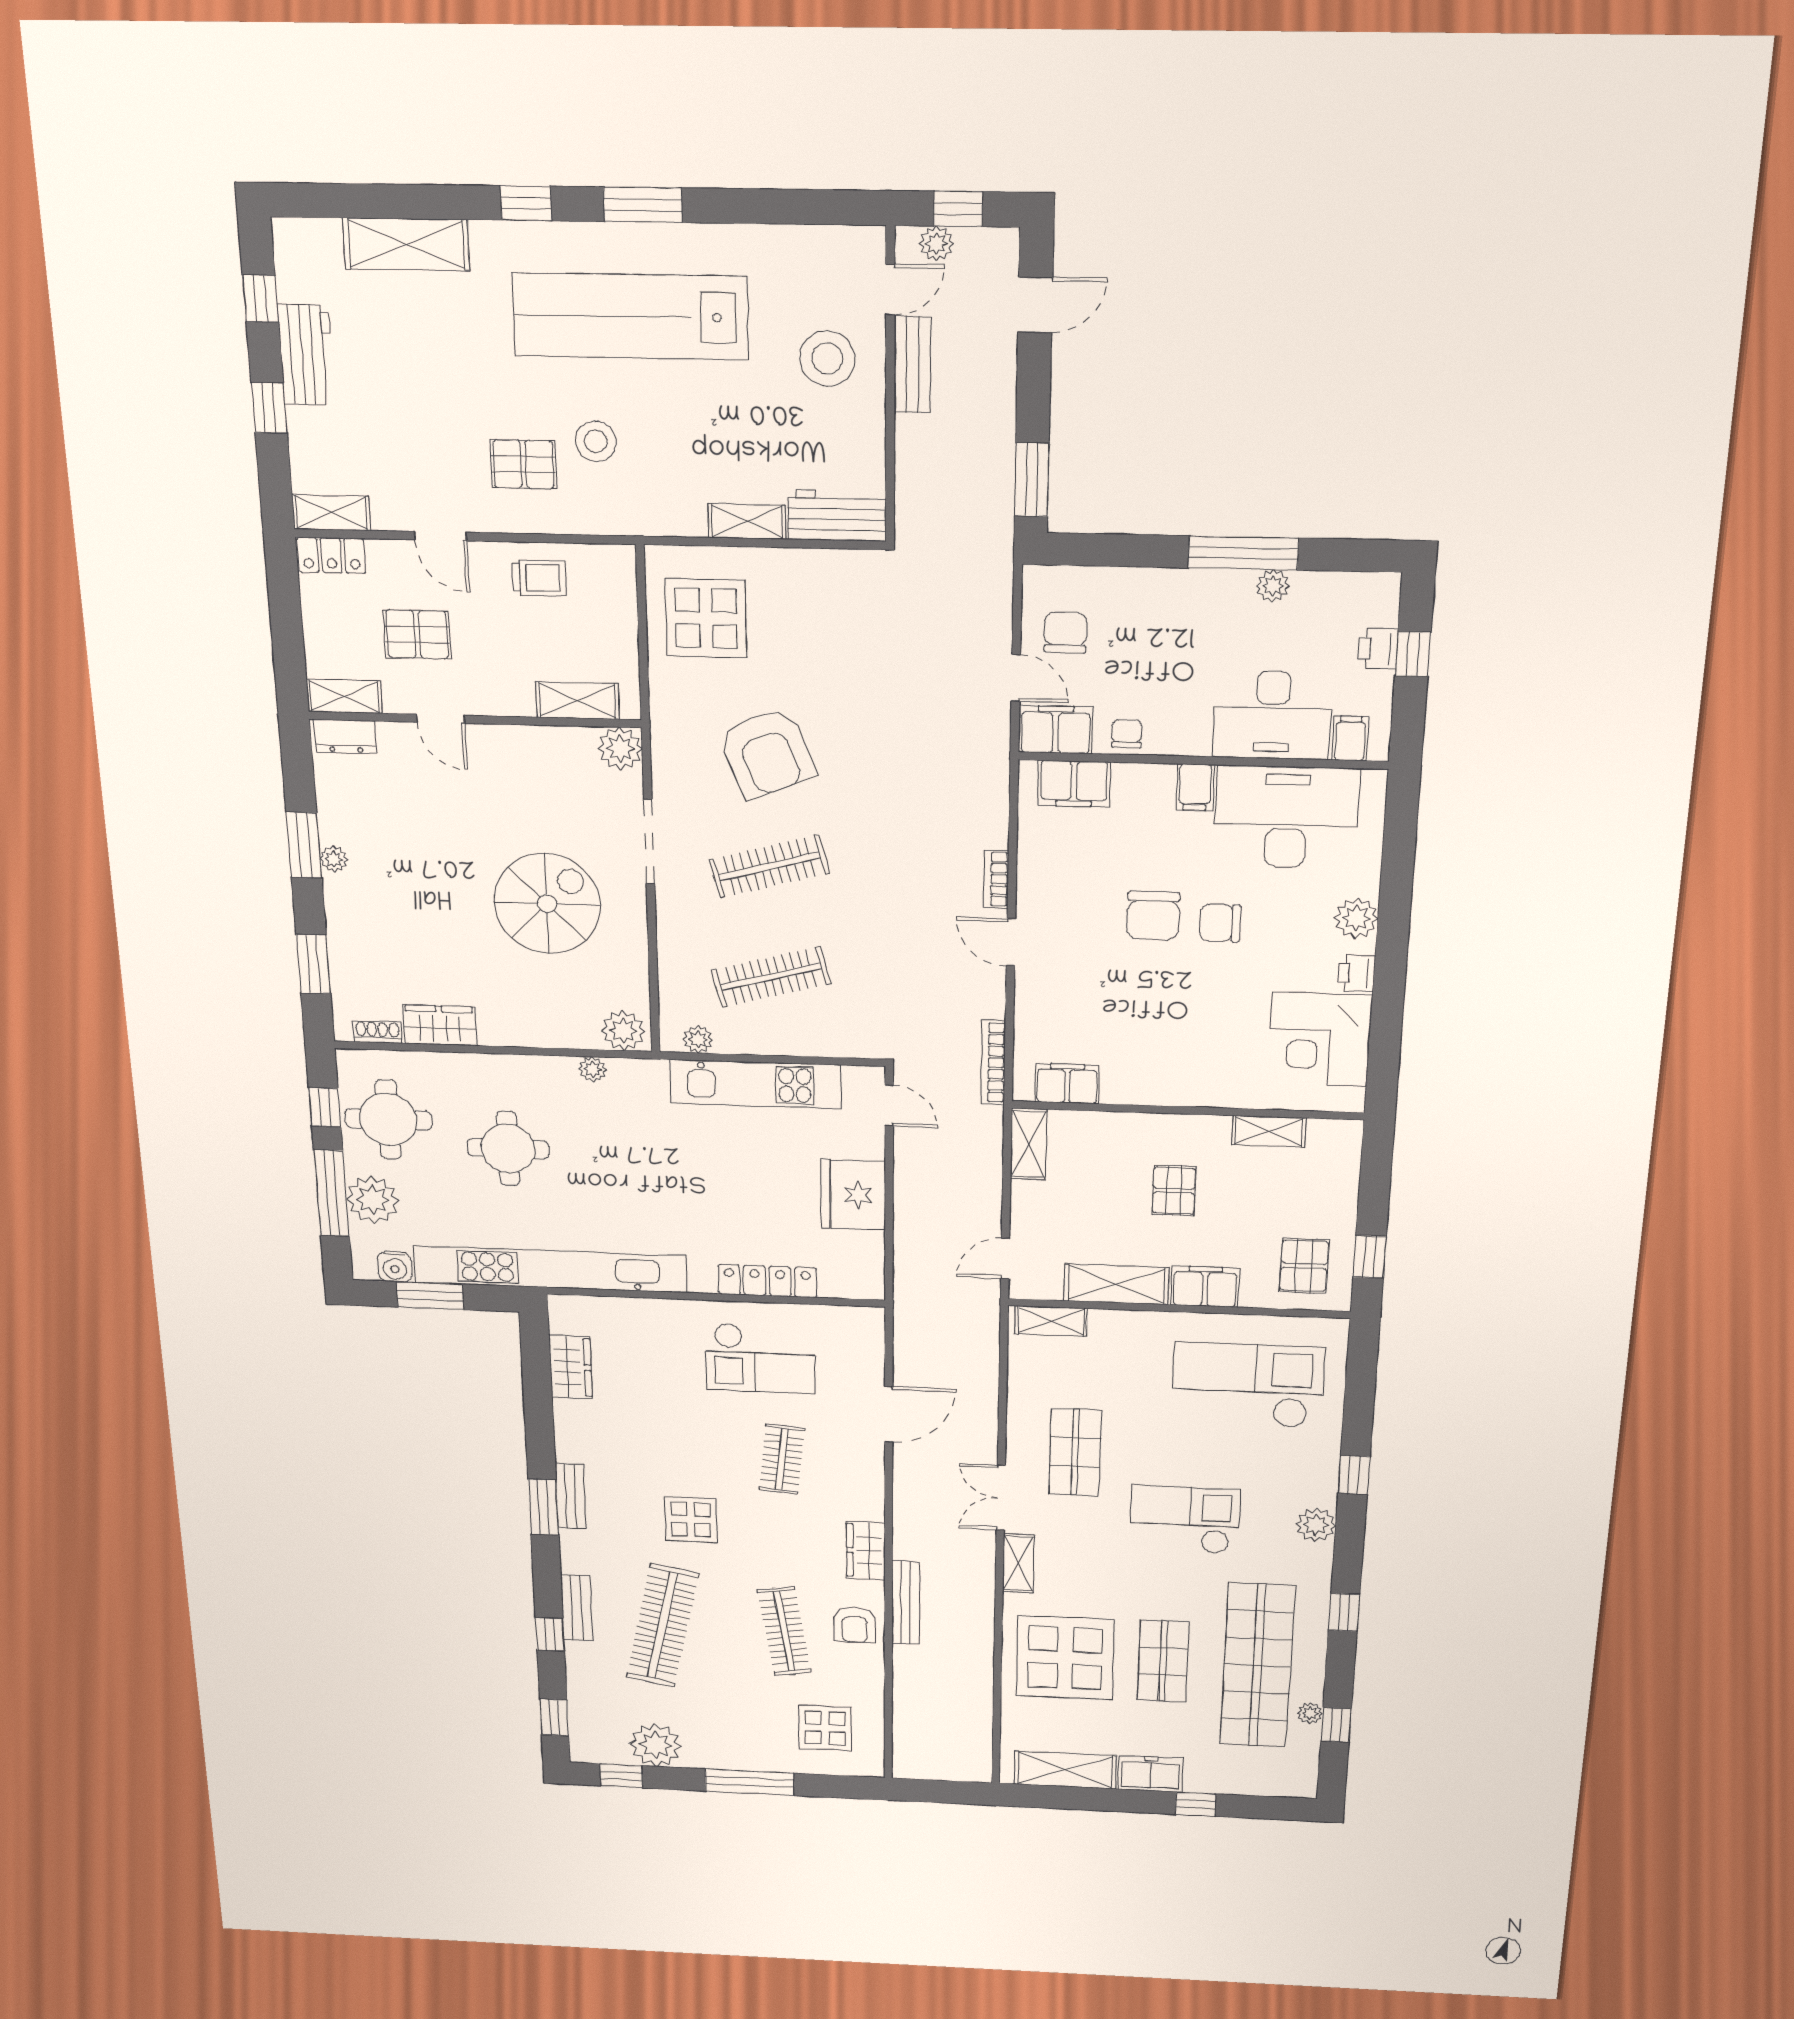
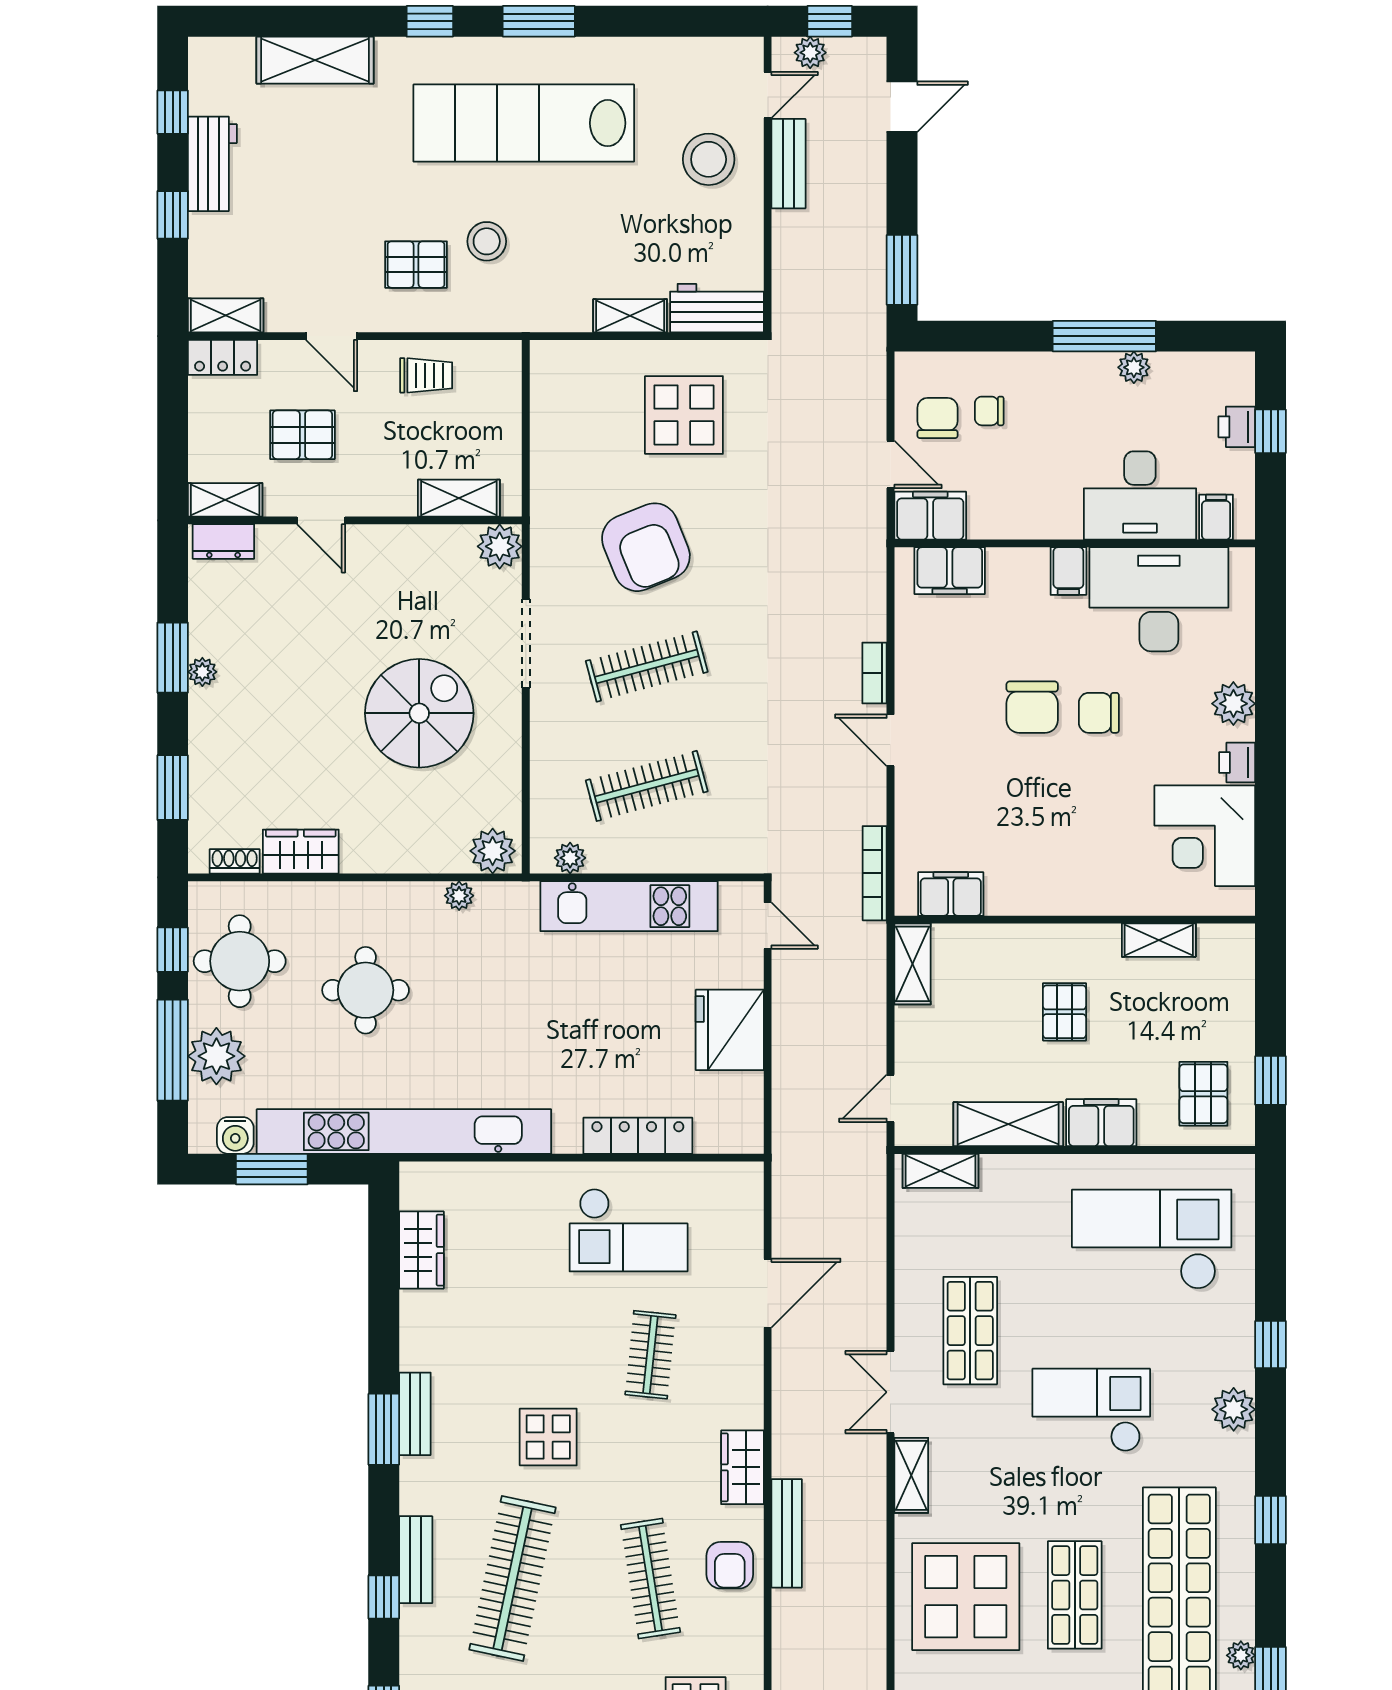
display table: (706, 618) -> (684, 415), moved
chair: (1127, 734) -> (989, 411), moved, turned -90

